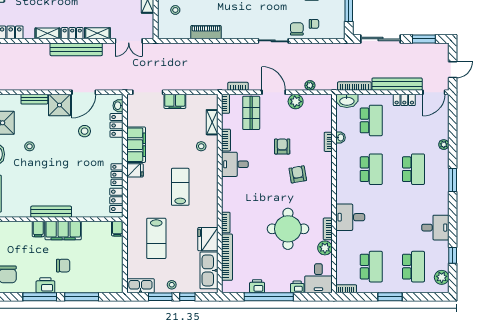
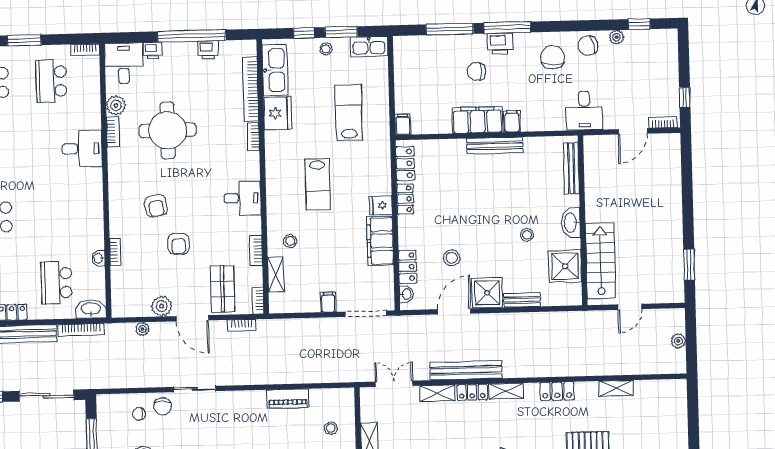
filing cabinet: (175, 101) -> (328, 302), width x0.50
desk: (235, 164) -> (243, 198), moved
school desk: (371, 169) -> (55, 216), removed

